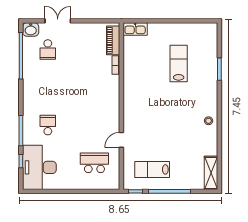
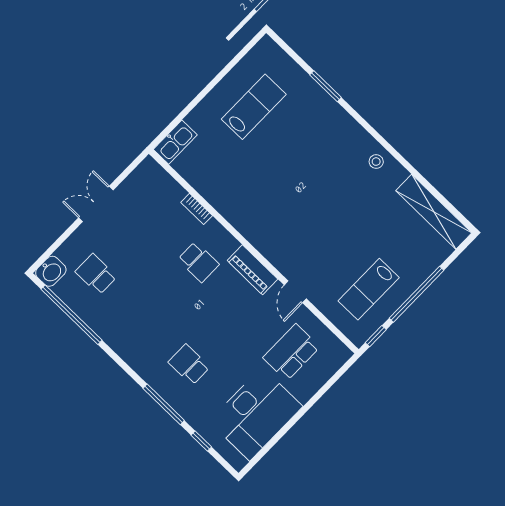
double door: (58, 21) -> (96, 204), moved
piano: (113, 40) -> (252, 270), moved
school desk: (48, 50) -> (96, 274), turned 180
lab bench: (179, 63) -> (254, 107), moved, turned 90
school desk: (94, 87) -> (198, 262), added
desk: (39, 167) -> (256, 414), moved, turned -90
shelving: (211, 173) -> (434, 212), width x1.47

